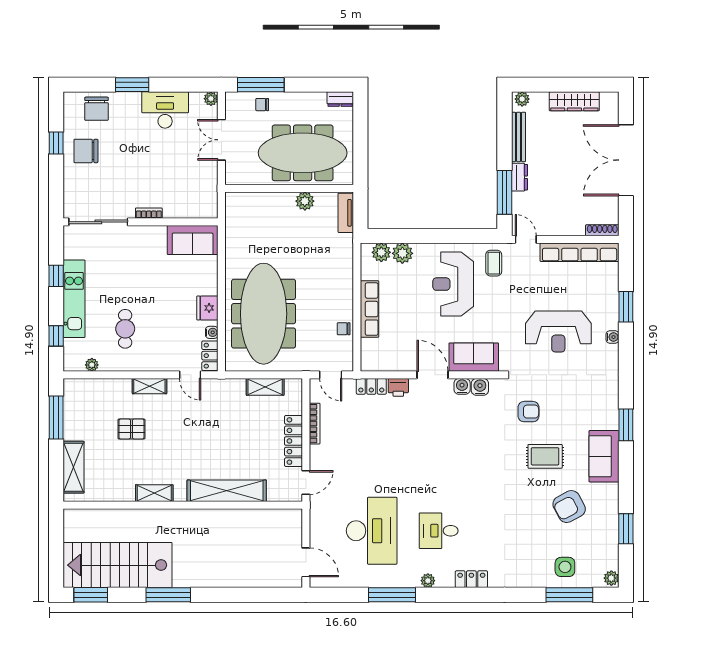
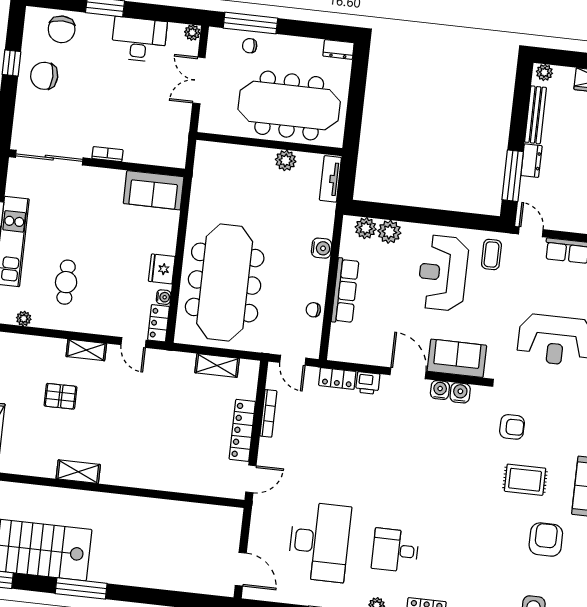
water cooler: (345, 274) -> (321, 248), added
shelving: (227, 491) -> (160, 478), removed
armchair: (569, 507) -> (546, 540), turned 118

